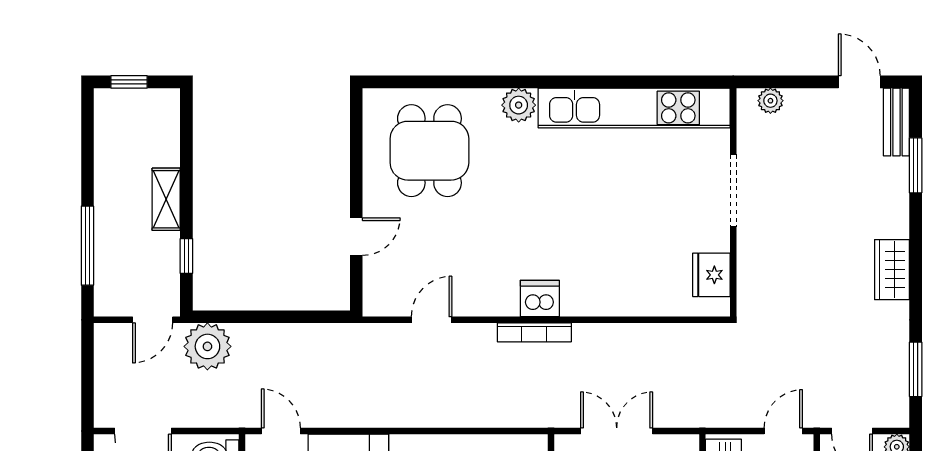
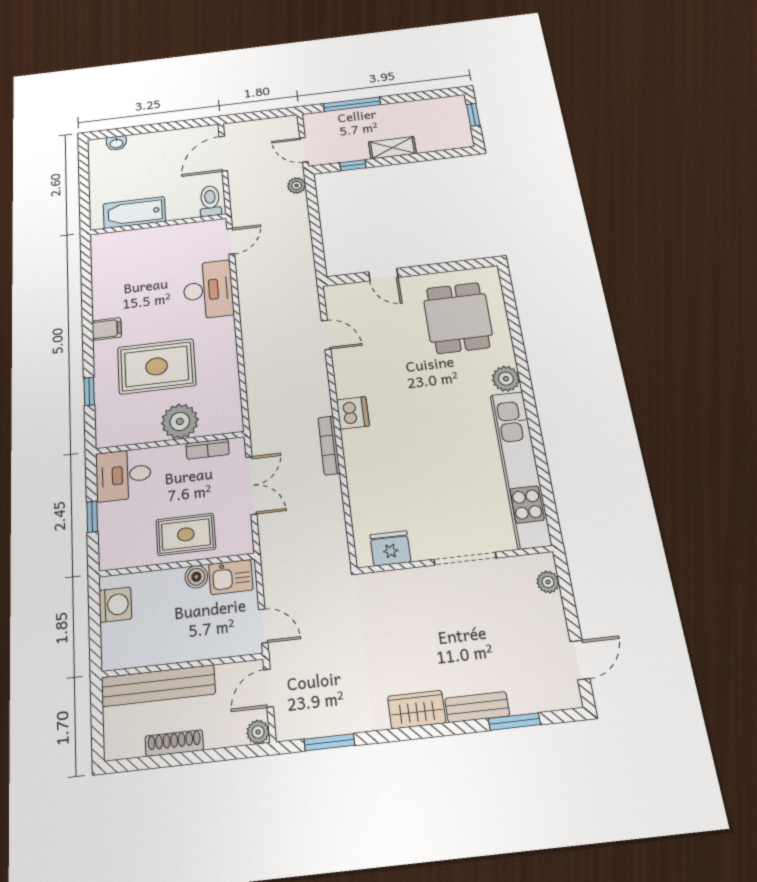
bench: (896, 122) -> (477, 707), moved
dining table: (429, 151) -> (458, 318), turned 90
bookcase: (534, 332) -> (329, 445), moved
plant: (207, 346) -> (297, 185), width x0.53, depth x0.53

